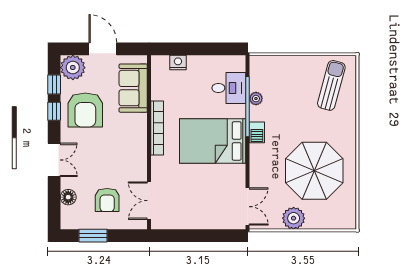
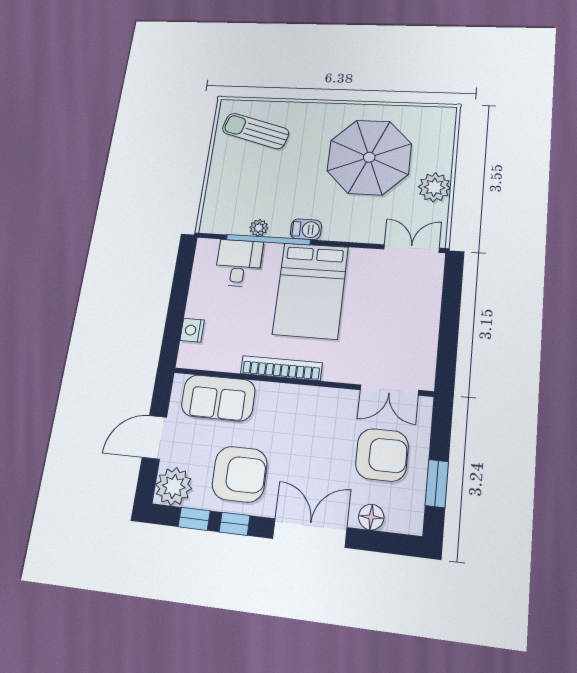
double door: (54, 160) -> (310, 533), width x1.37
armchair: (107, 200) -> (382, 455), width x1.36, depth x1.36

